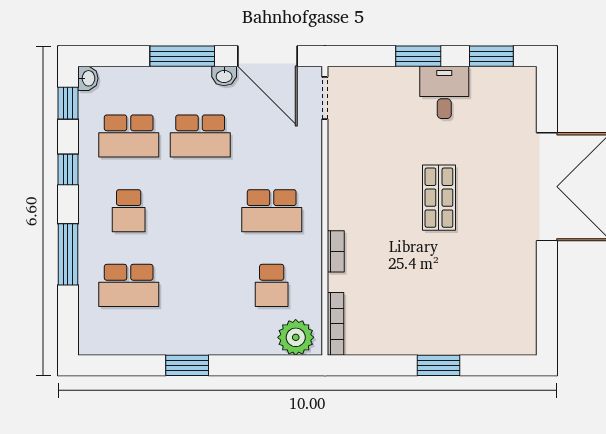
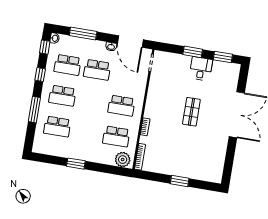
window: (182, 56) -> (83, 34), moved
school desk: (129, 211) -> (62, 96), width x1.85
school desk: (272, 285) -> (116, 136), width x1.85

